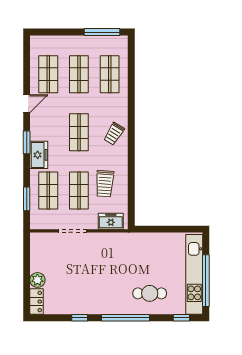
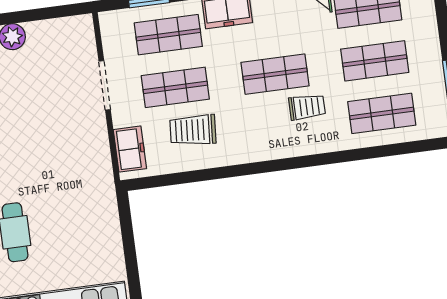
trolley: (114, 134) -> (307, 107), moved, turned 148

